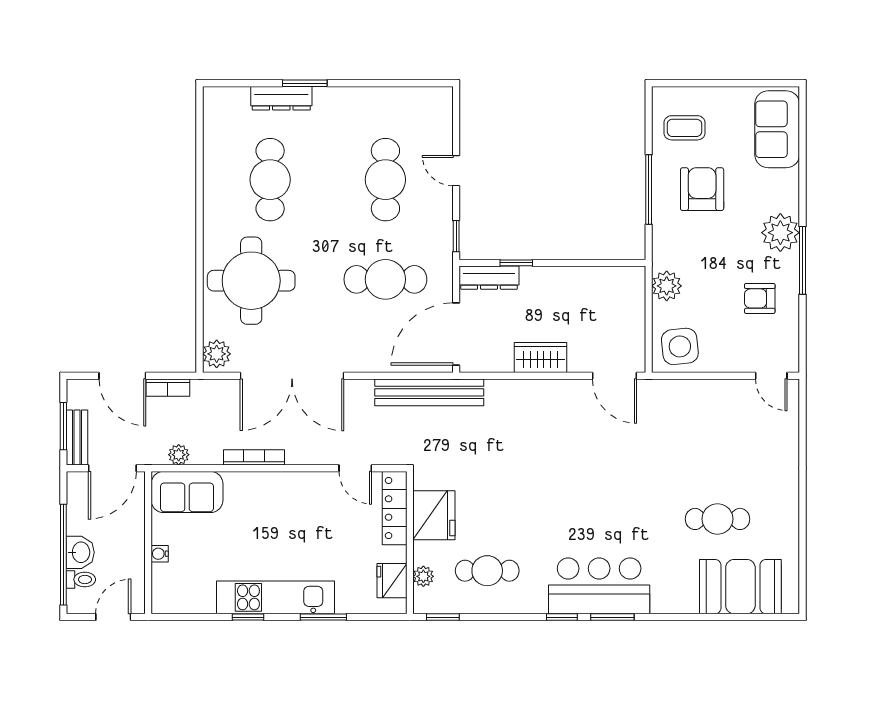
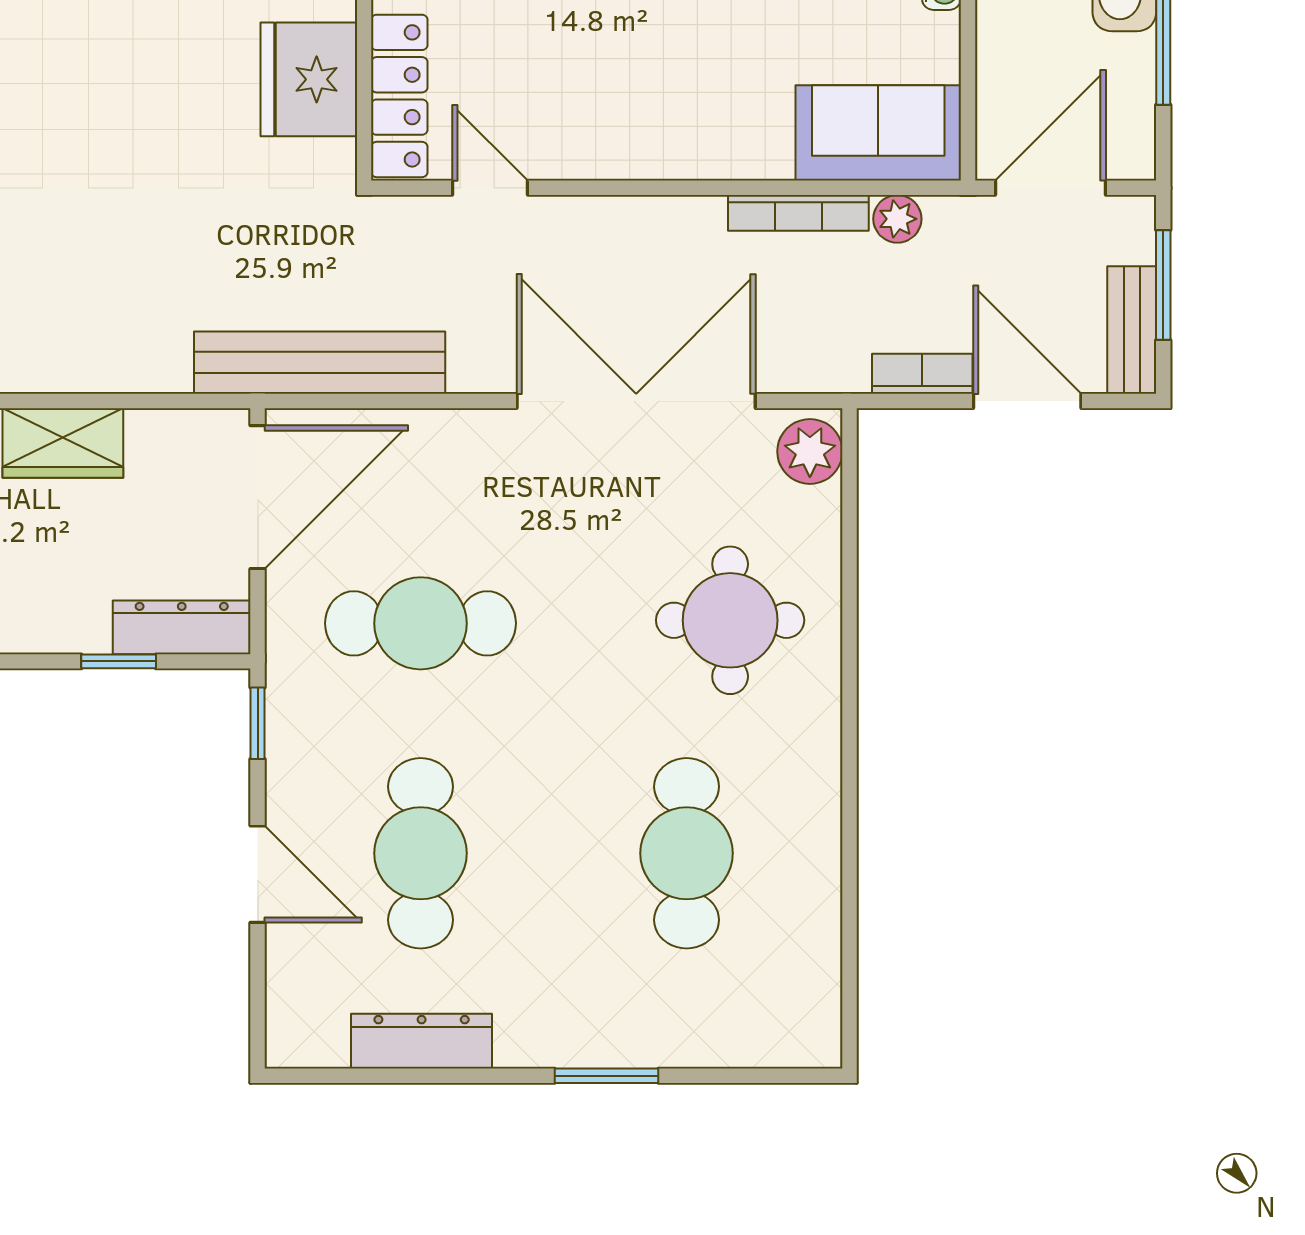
dresser: (281, 98) -> (422, 1041), moved
door: (456, 171) -> (258, 874), width x1.38
round table: (251, 281) -> (730, 620), width x0.73, depth x0.73
bench: (77, 437) -> (1132, 330), moved
bookcase: (254, 457) -> (798, 213), moved

